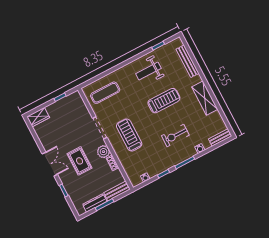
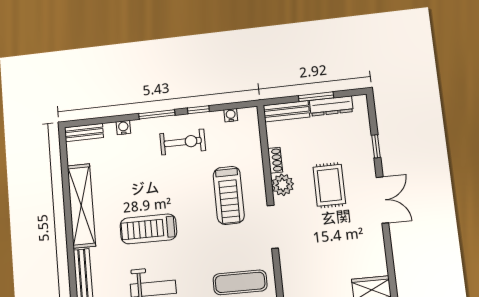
shelving: (205, 98) -> (81, 206), width x1.47
exercise bike: (175, 135) -> (183, 142), moved
double door: (50, 164) -> (382, 200), swing flipped

